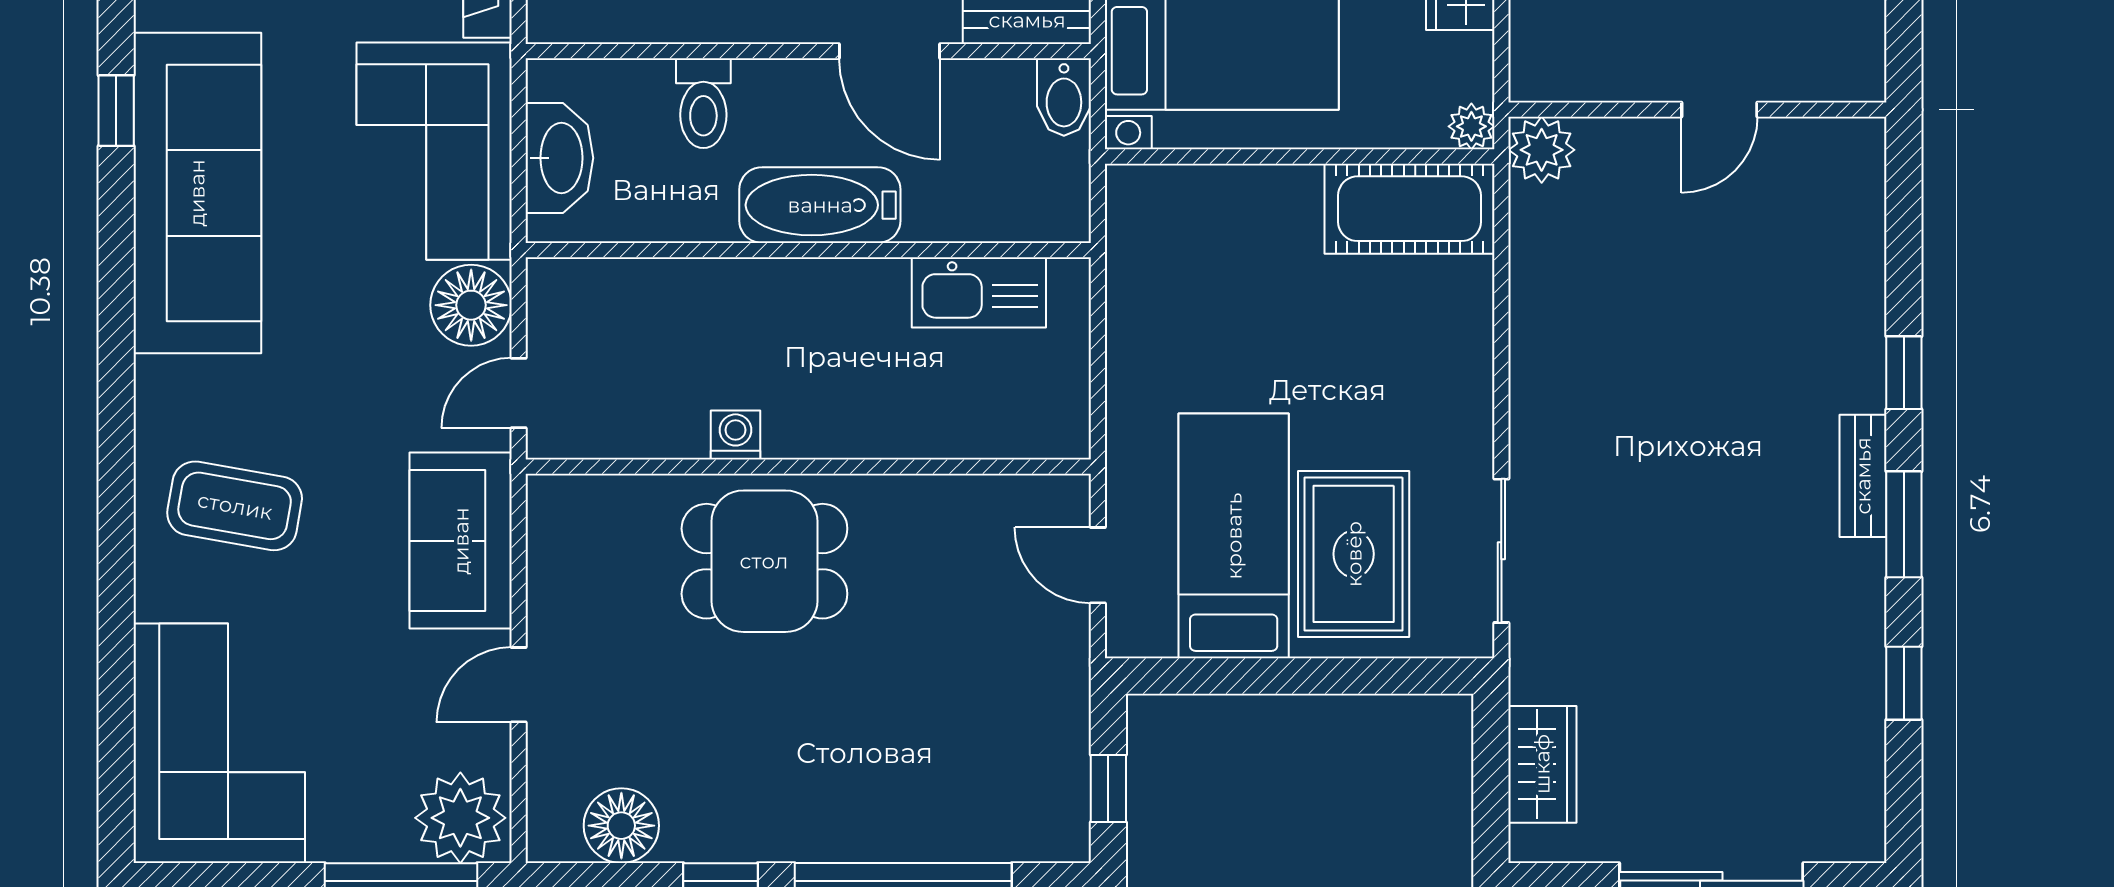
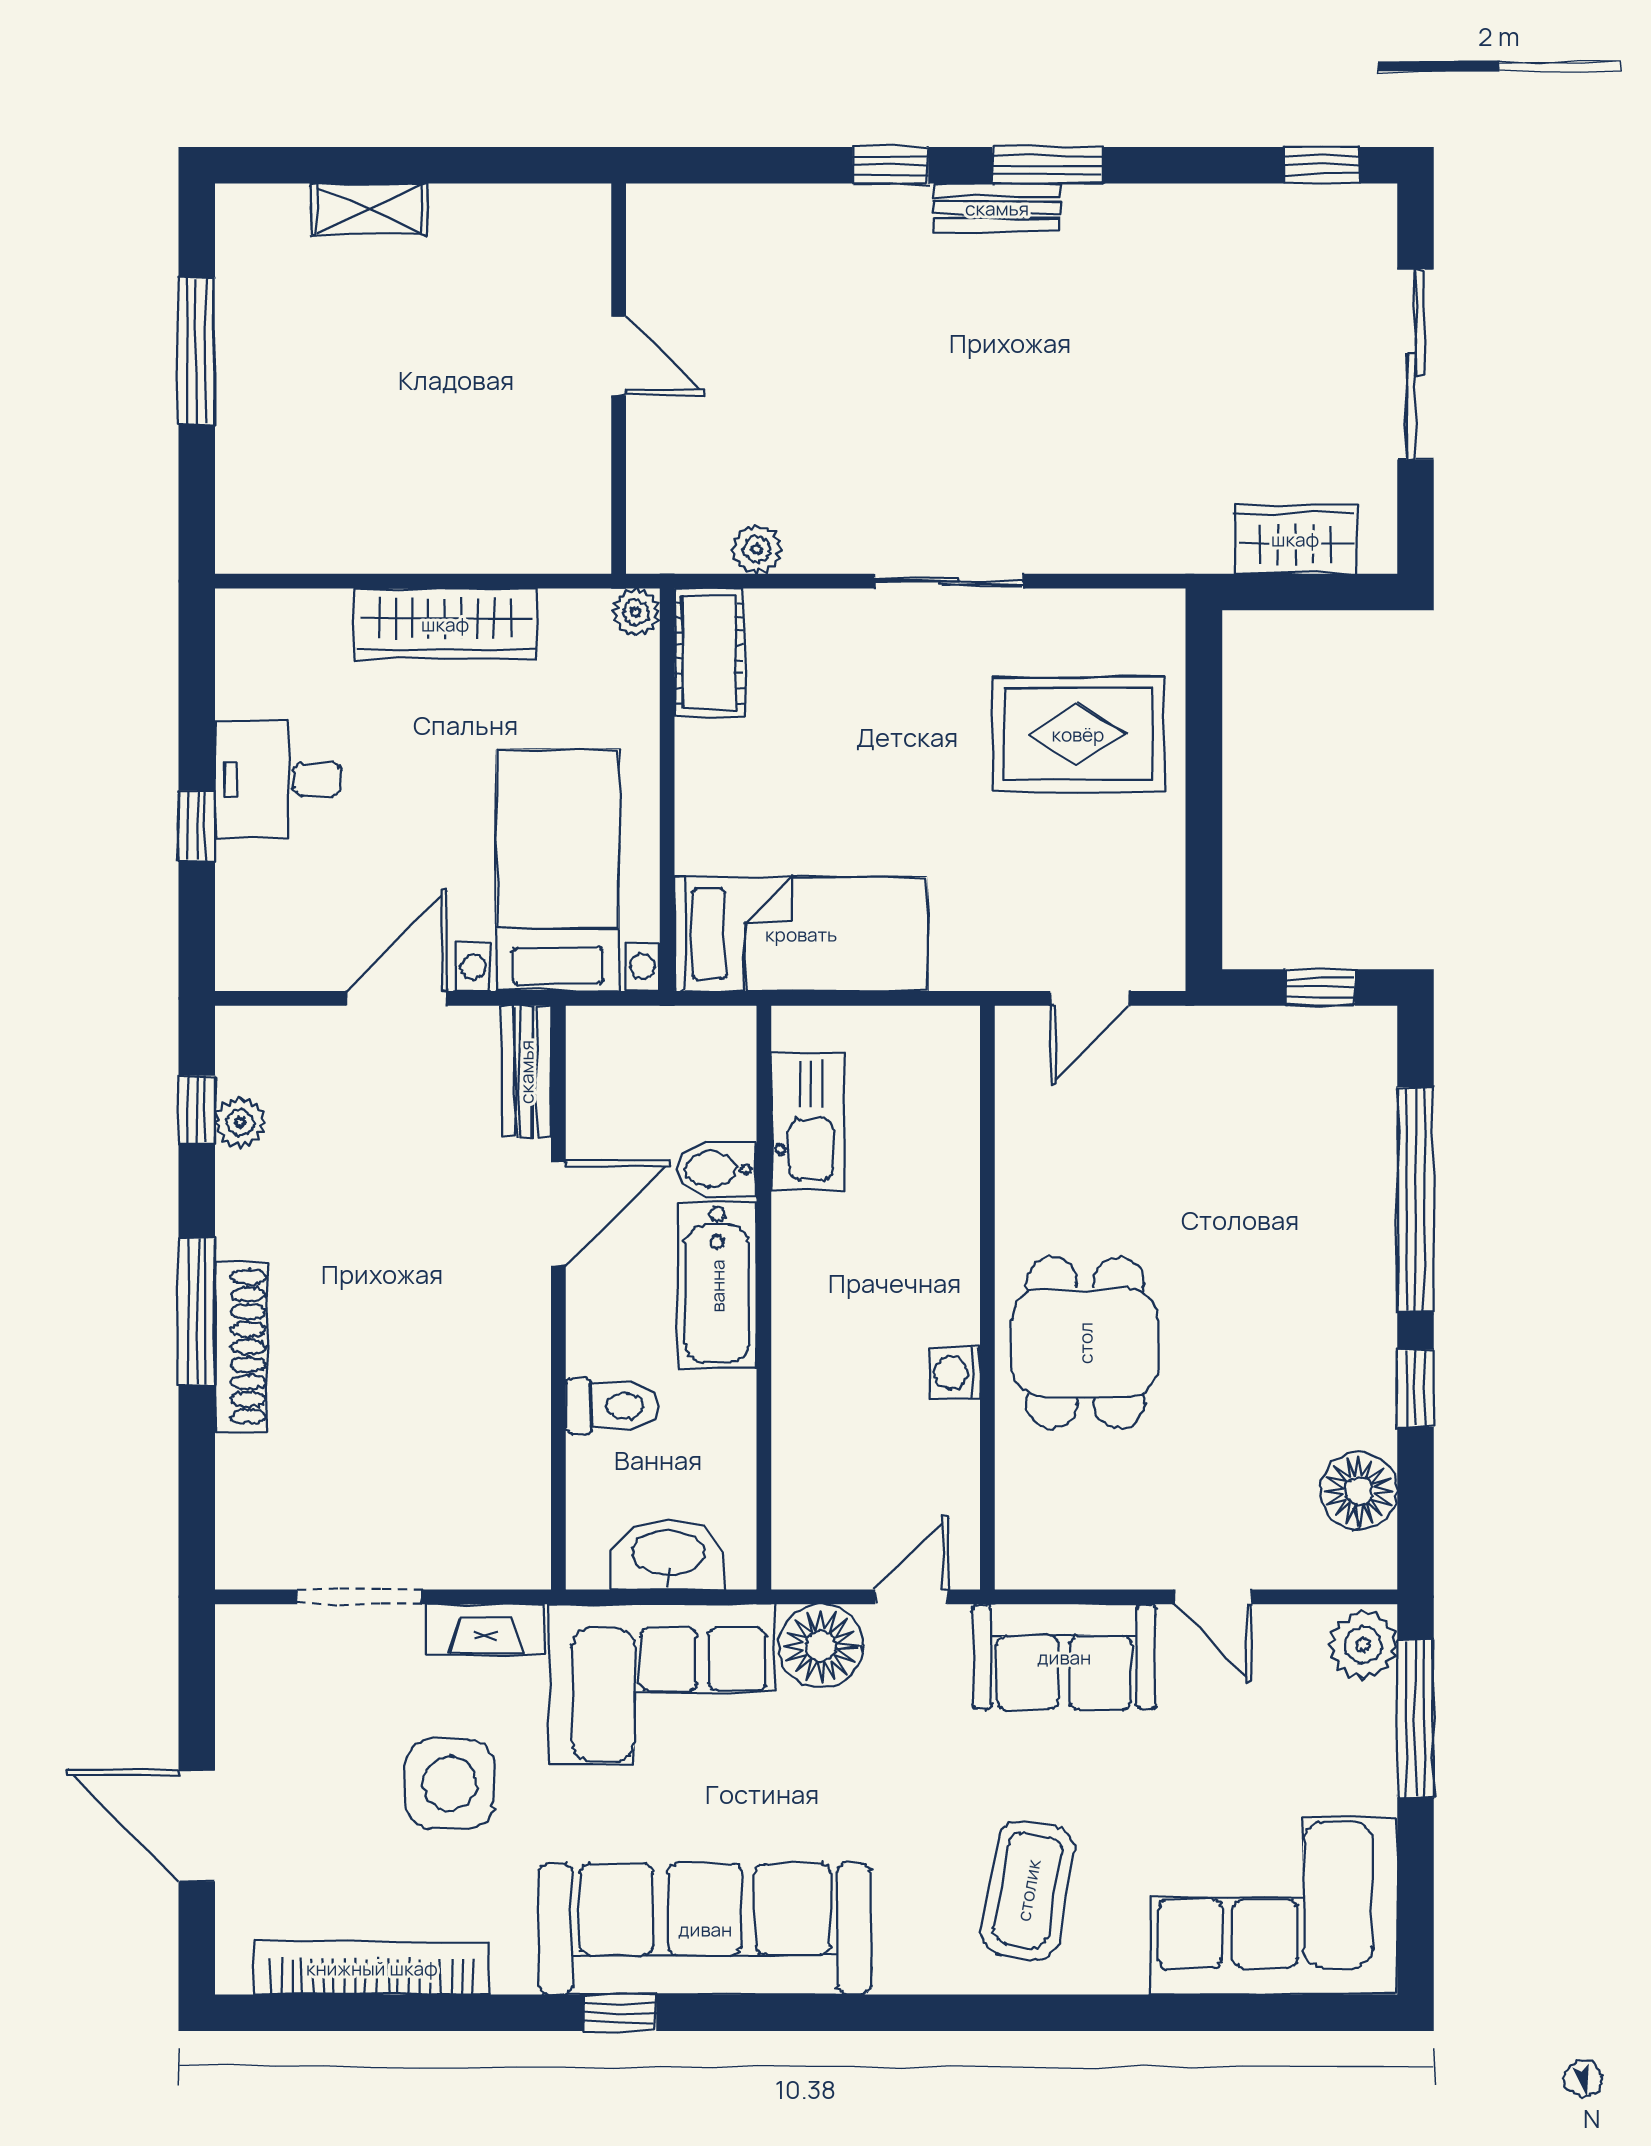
bidet: (1064, 97) -> (716, 1170), moved, turned 180
plant: (1542, 150) -> (757, 549), moved, width x0.73, depth x0.73
cot: (1409, 209) -> (709, 653), width x0.73, depth x0.75
door: (519, 393) -> (911, 1597), swing flipped
bed: (1234, 536) -> (801, 934), moved, turned 180
sliding door: (1501, 551) -> (949, 581), moved
window: (1904, 683) -> (1322, 165), moved
plant: (460, 818) -> (1363, 1645), width x0.73, depth x0.73

